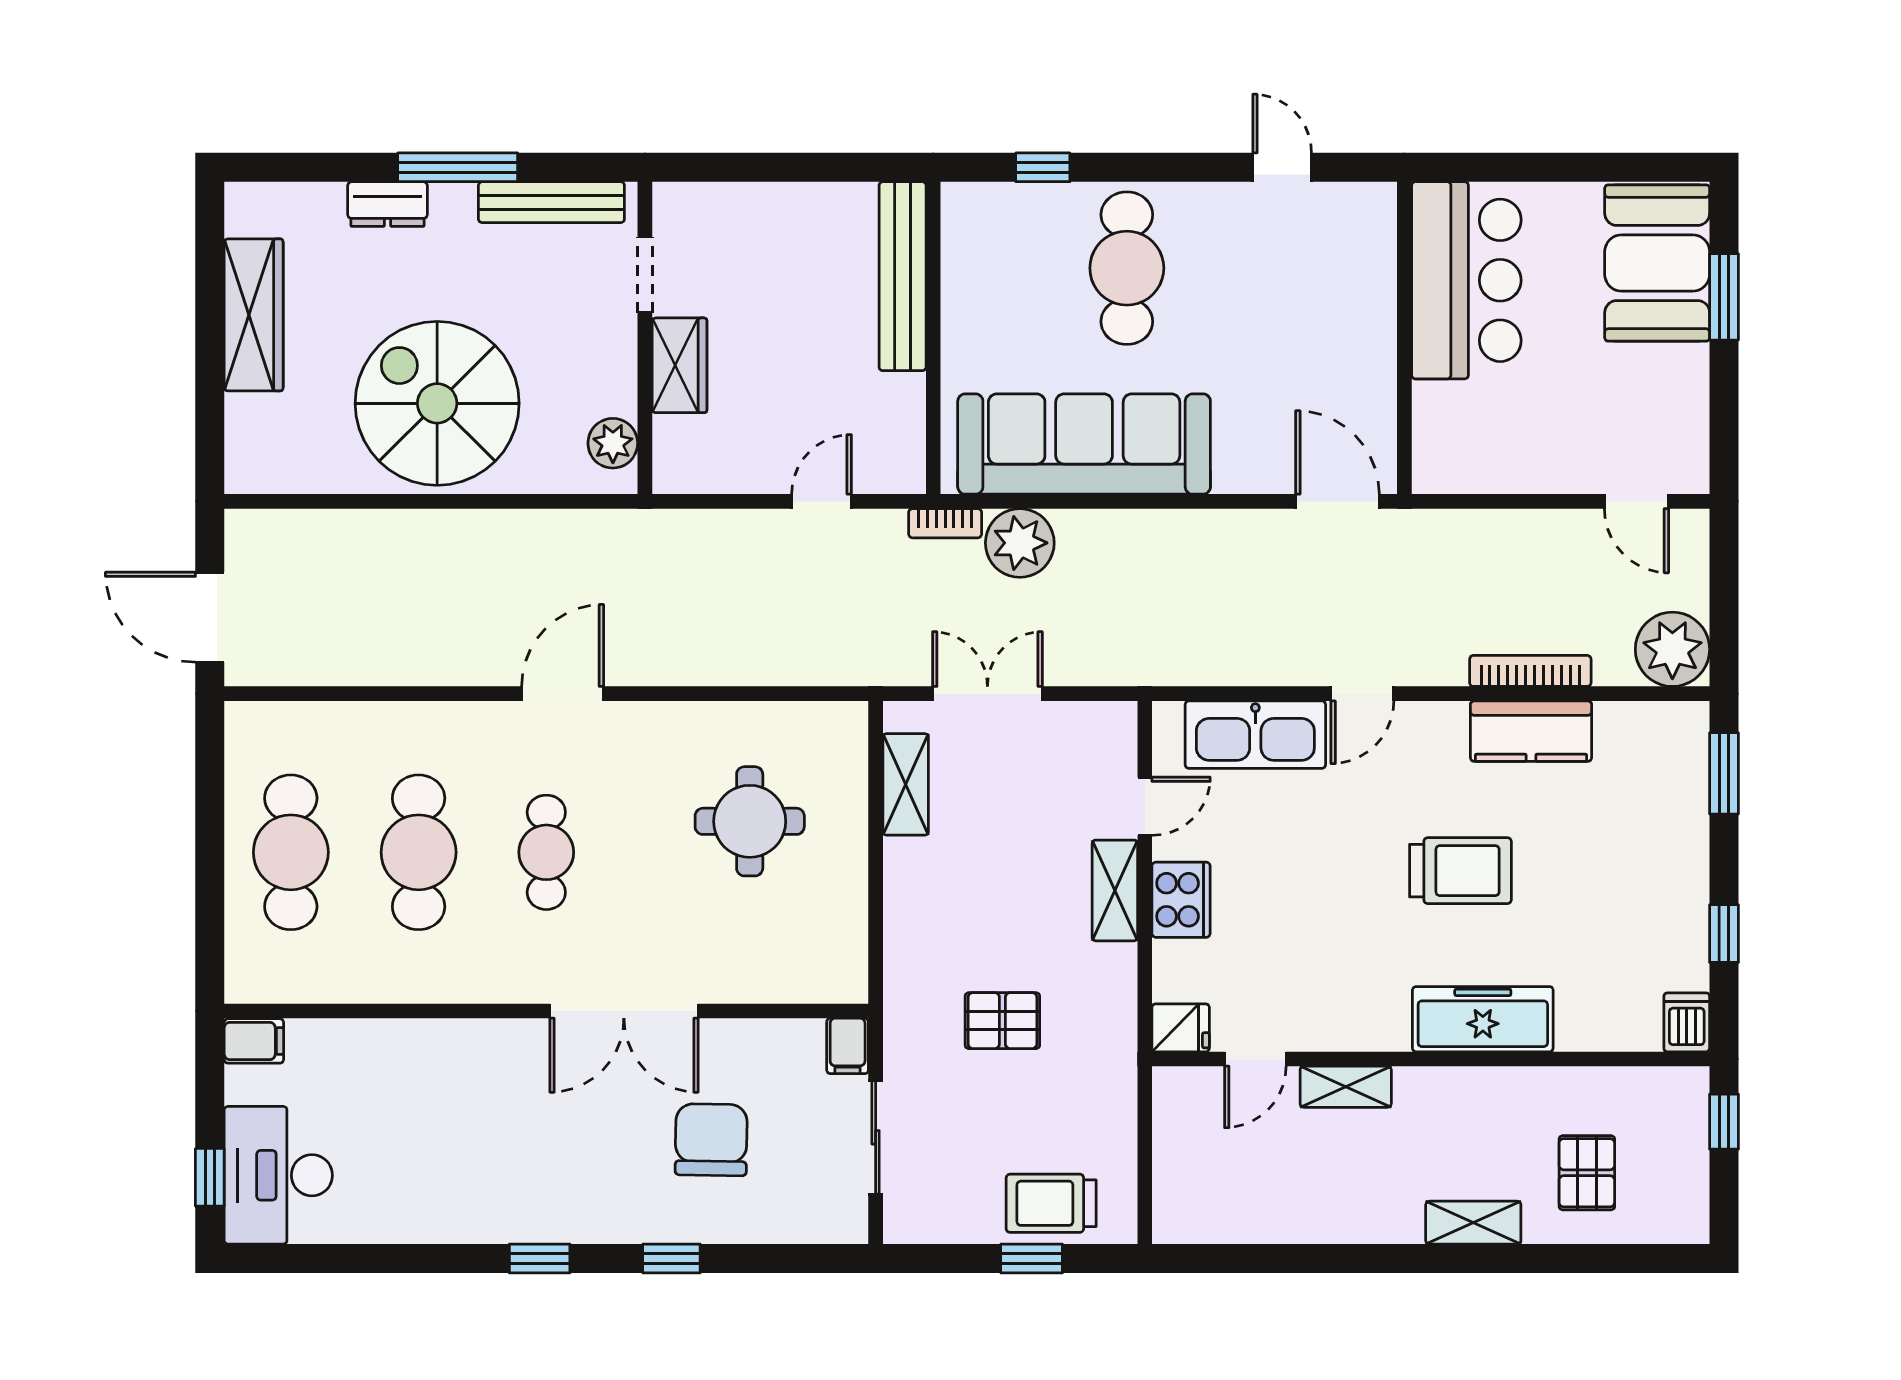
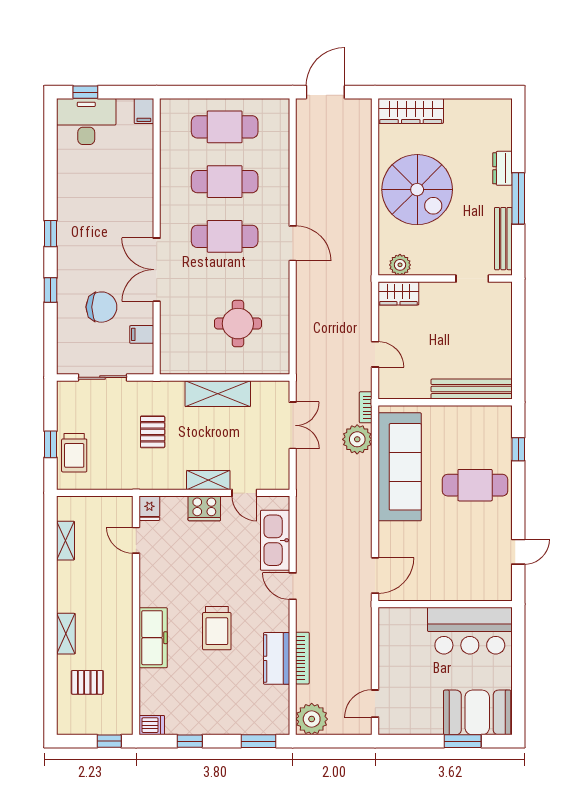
wardrobe: (254, 315) -> (411, 111), moved
wardrobe: (680, 365) -> (398, 293), moved
spiral stairs: (437, 403) -> (417, 190), turned 90
shelving: (906, 784) -> (218, 394), moved, width x1.50, depth x1.33
cafe table: (546, 852) -> (225, 236), width x1.37, depth x1.35
filing cabinet: (848, 1046) -> (142, 334), moved
shelving: (1346, 1087) -> (66, 541), moved
trolley: (1051, 1203) -> (74, 453), turned 180

